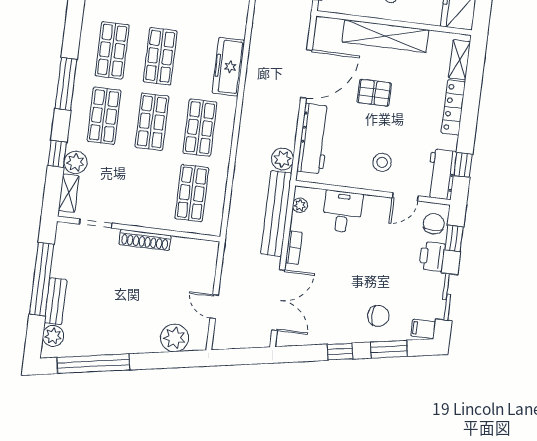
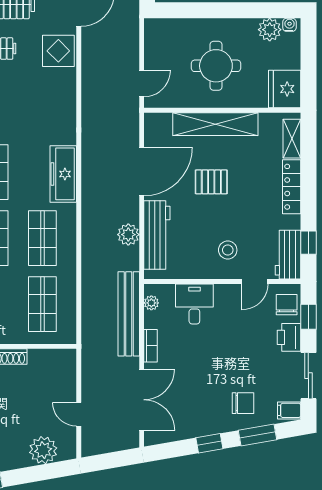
plant: (282, 159) -> (128, 235), moved

